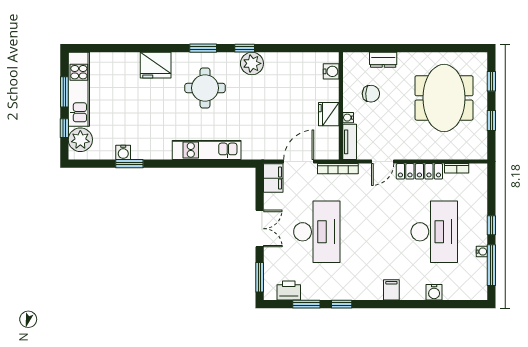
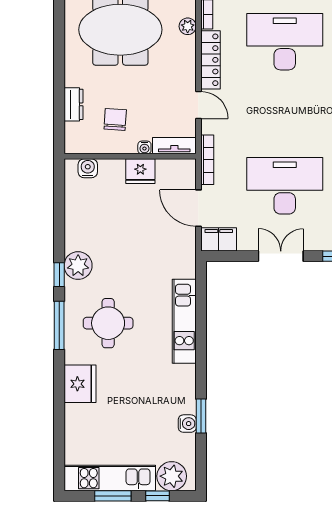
window: (203, 48) -> (59, 325), width x1.44
plant: (447, 153) -> (188, 26), added

